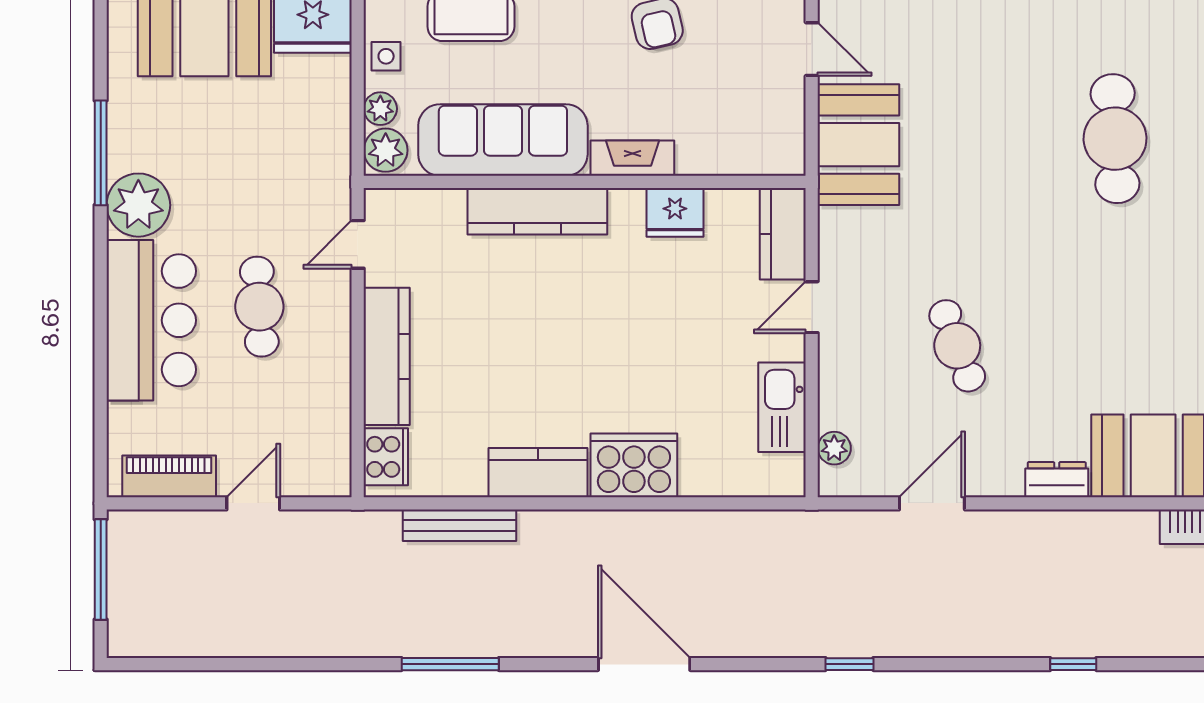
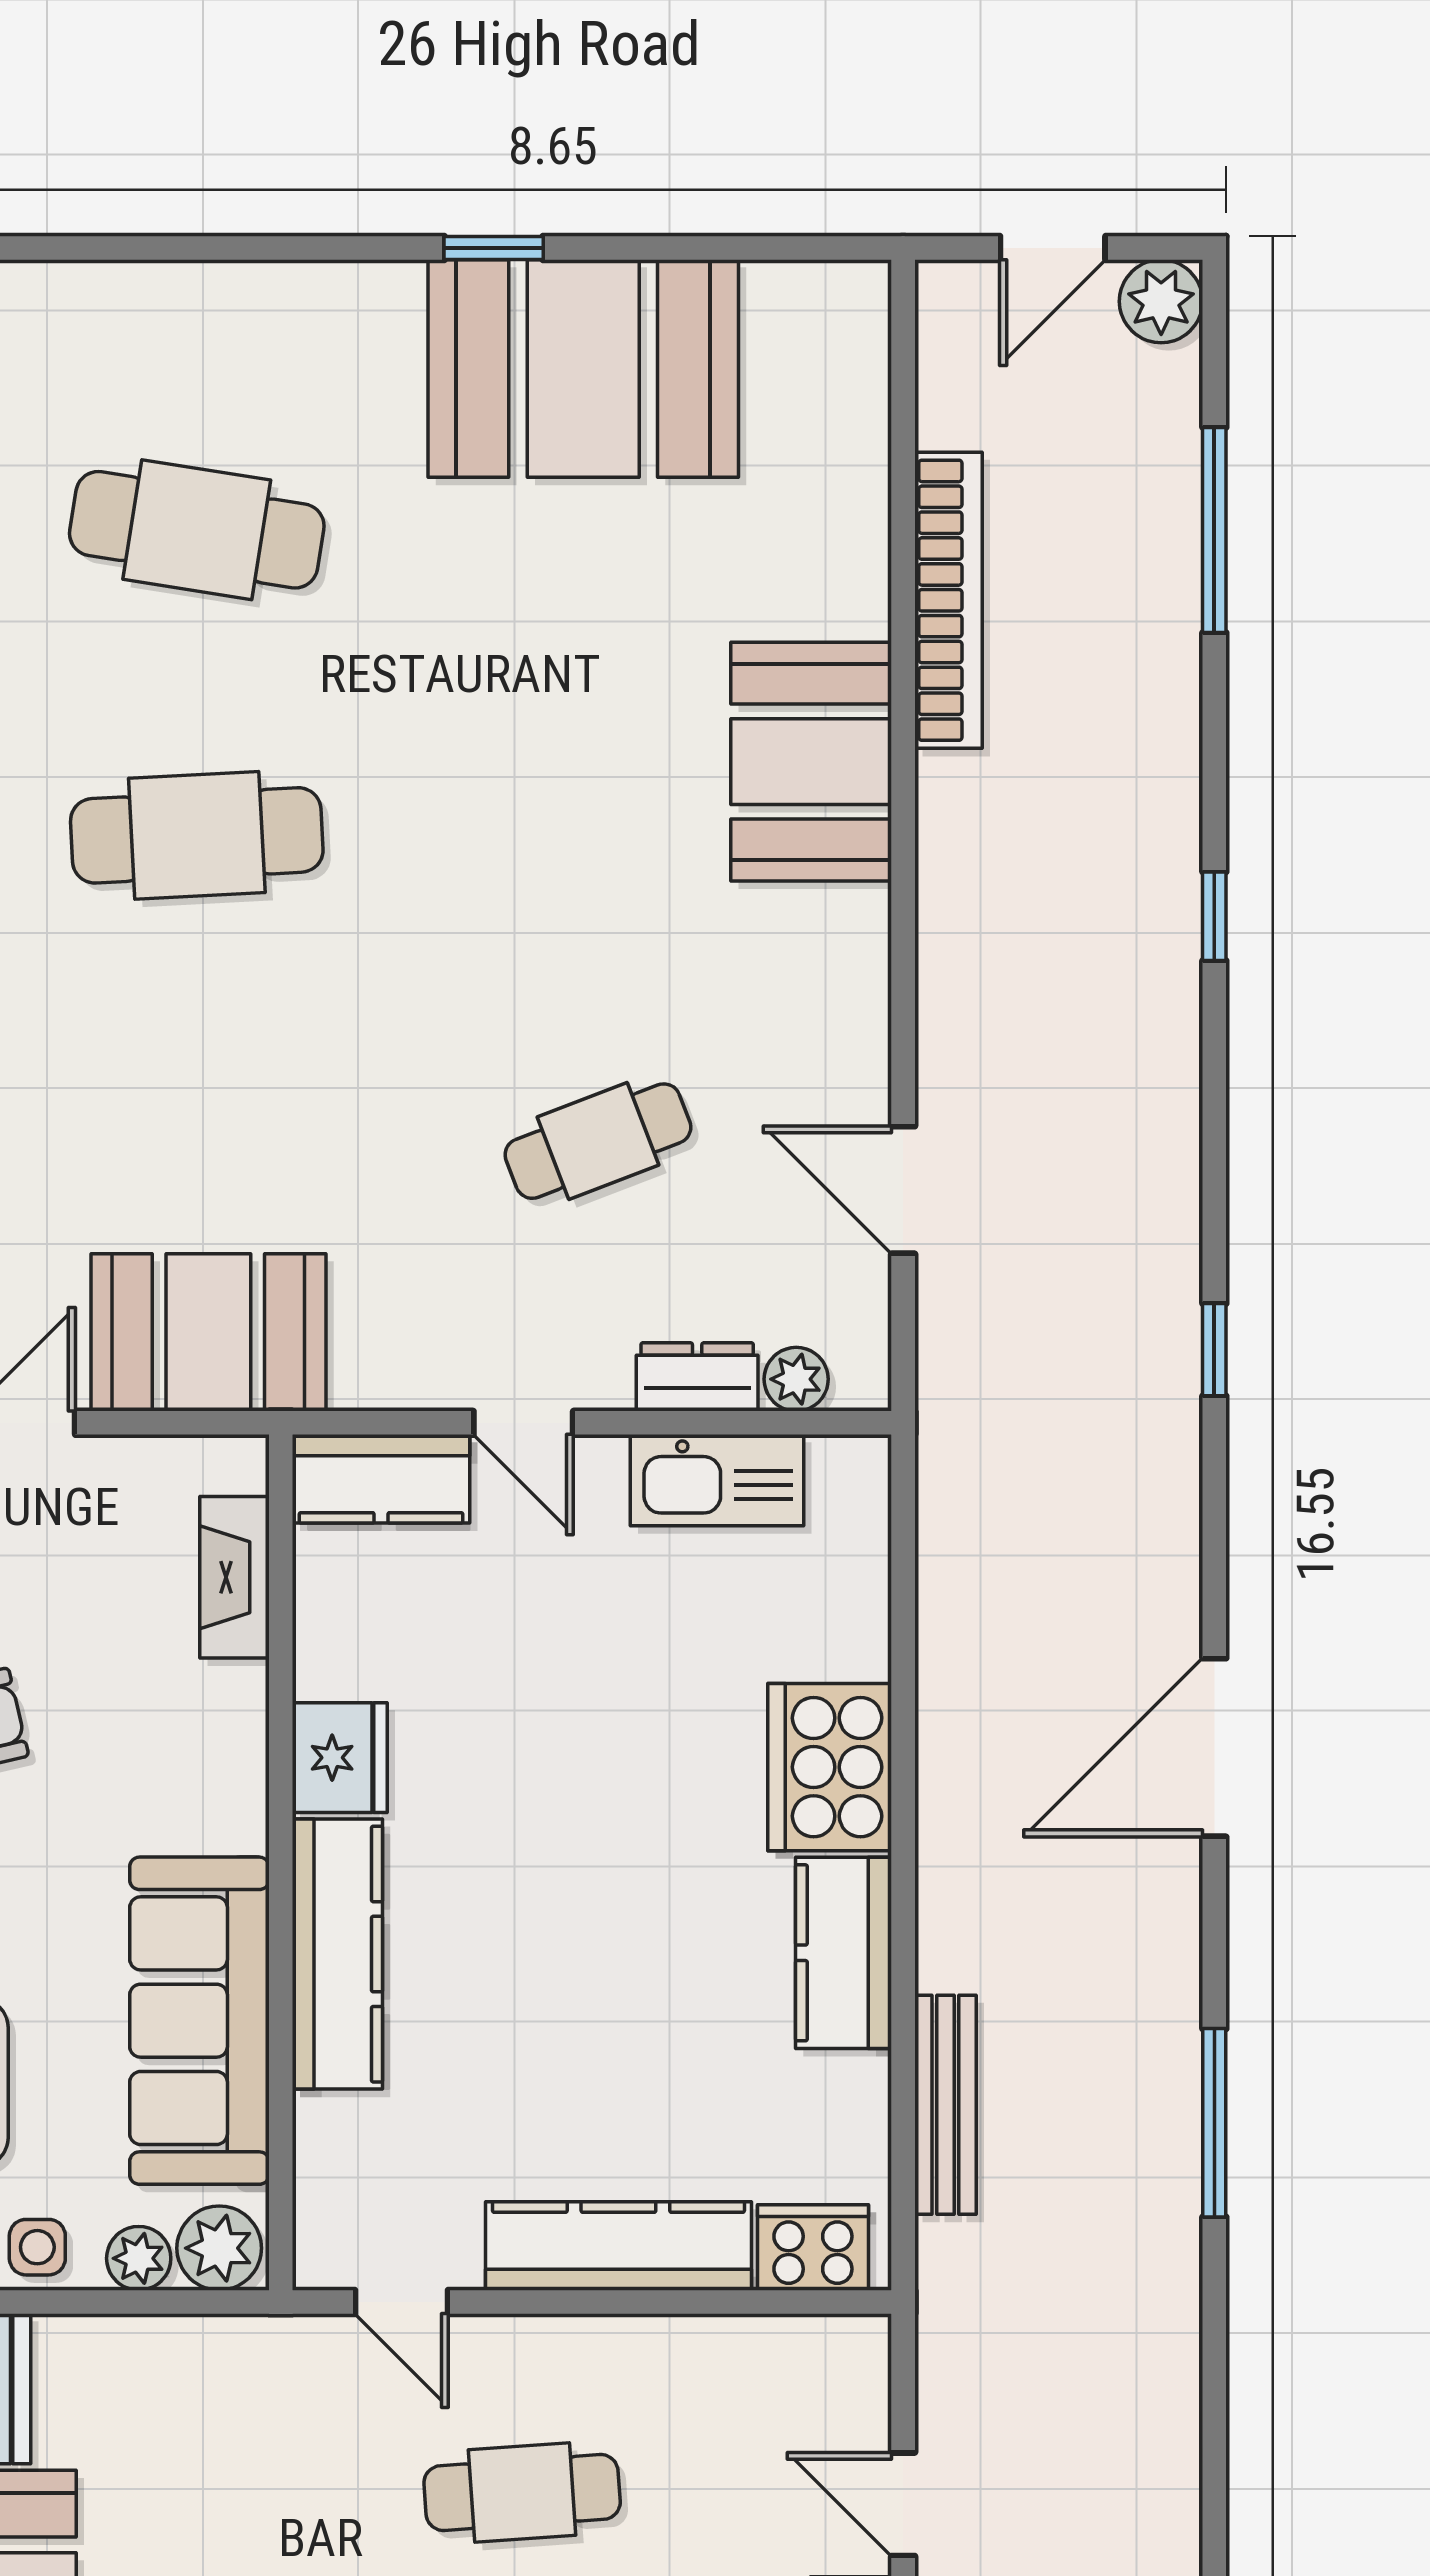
fireplace: (632, 158) -> (234, 1577), moved
fridge: (675, 212) -> (340, 1758), moved
dresser: (1057, 480) -> (697, 1377), moved, turned 90

